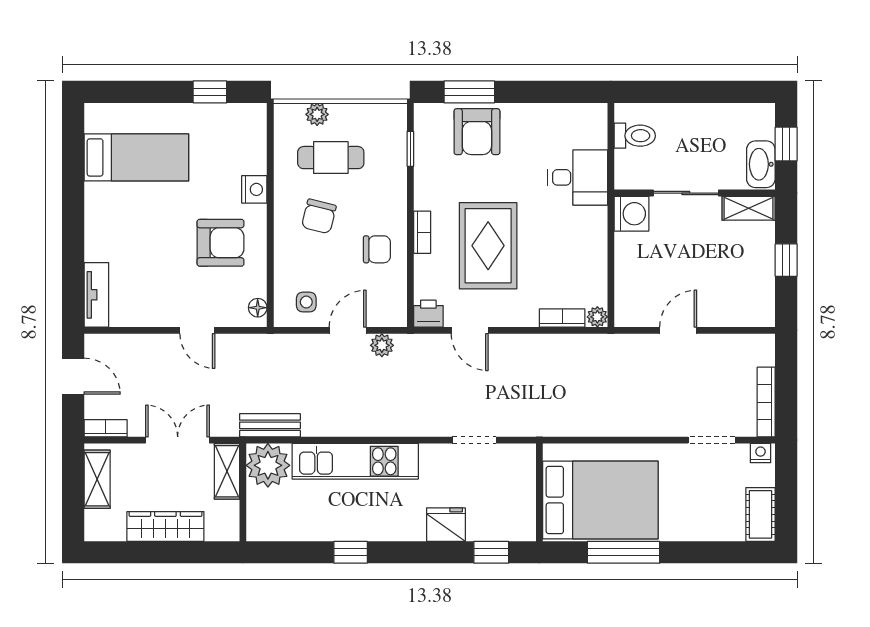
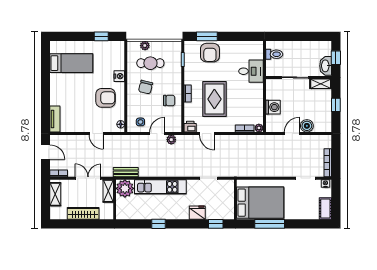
washing machine: (632, 214) -> (273, 107), moved
boiler: (715, 312) -> (307, 126), added

